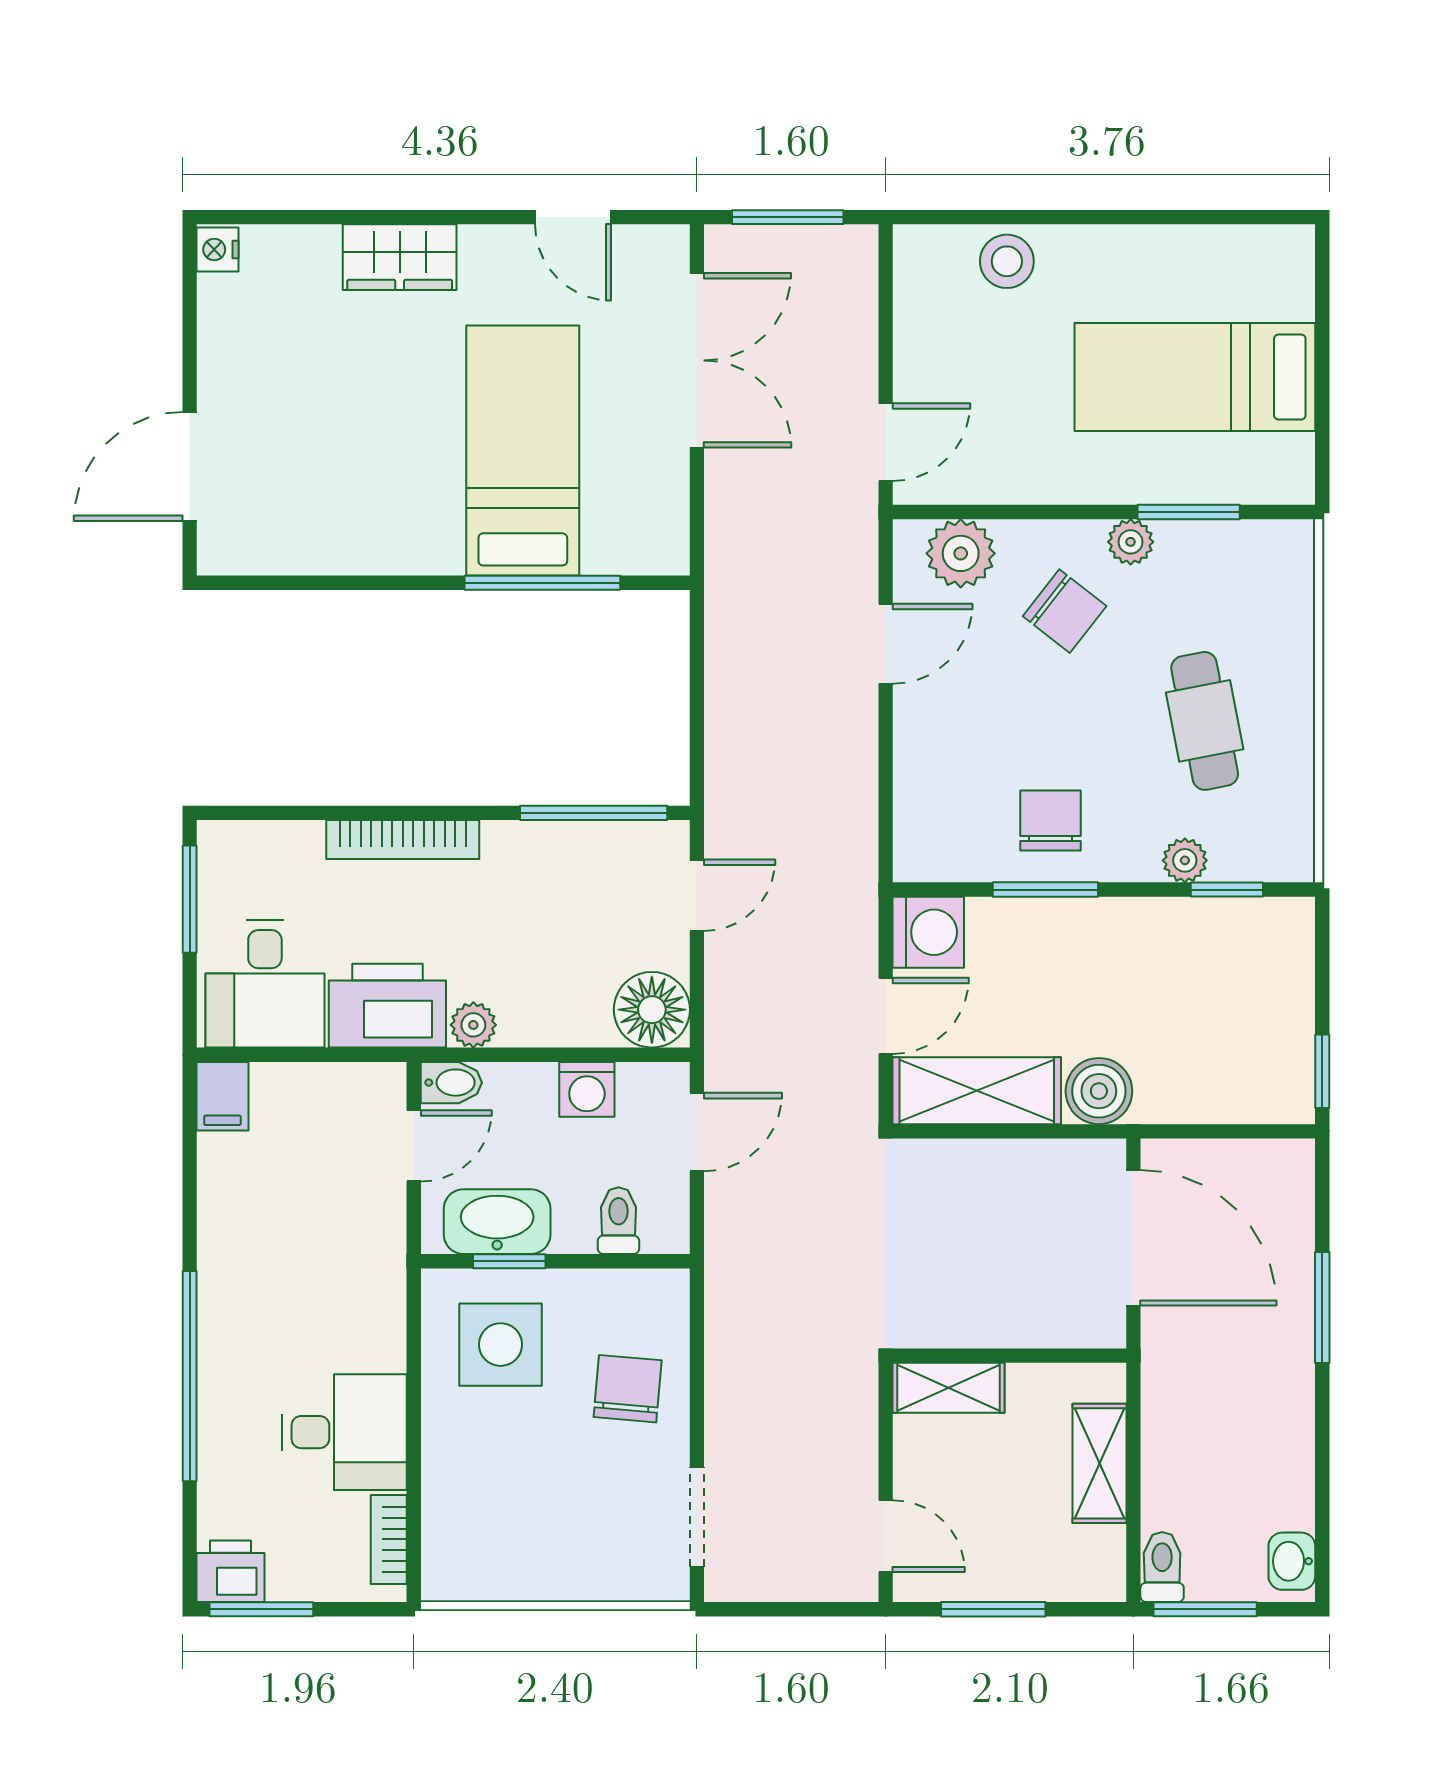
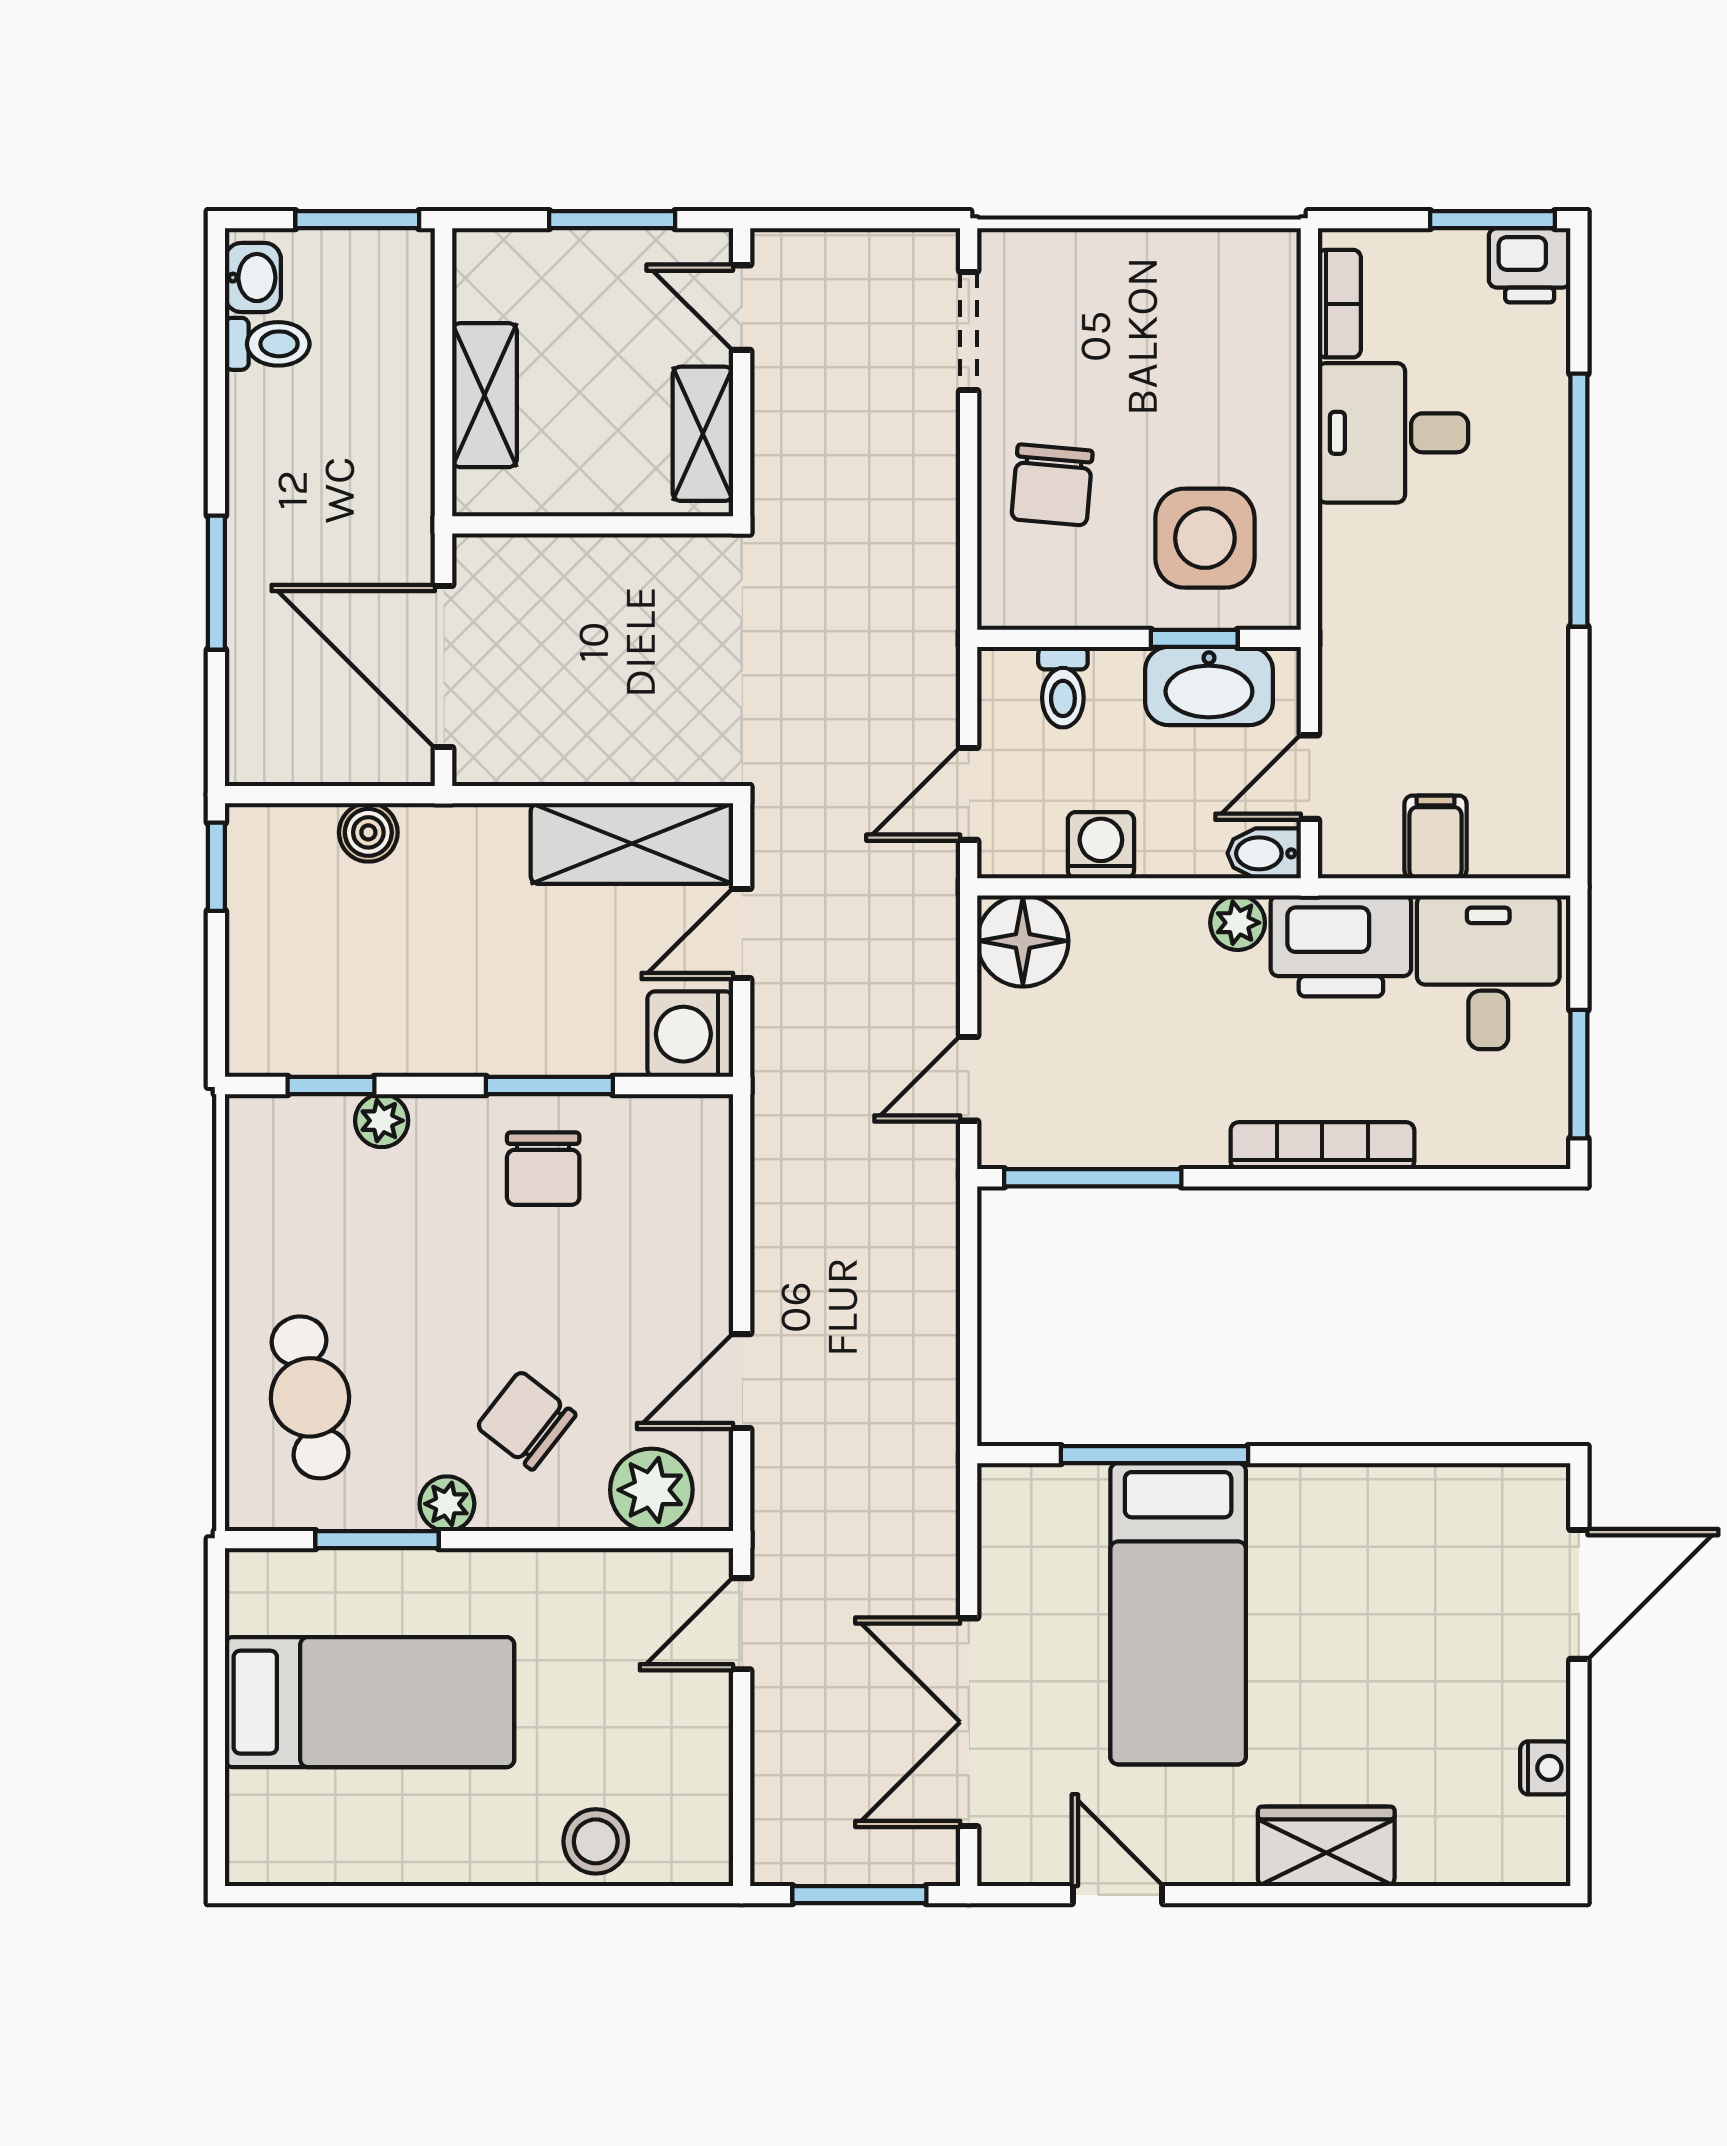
nightstand: (218, 249) -> (1545, 1768), moved
cafe table: (1205, 721) -> (310, 1397), moved
boiler: (1099, 1091) -> (368, 832), moved, width x0.73, depth x0.73
filing cabinet: (222, 1096) -> (1436, 837), moved
shelving: (949, 1388) -> (703, 434), moved, turned 90
toilet: (1162, 1567) -> (267, 344), moved, turned -90

